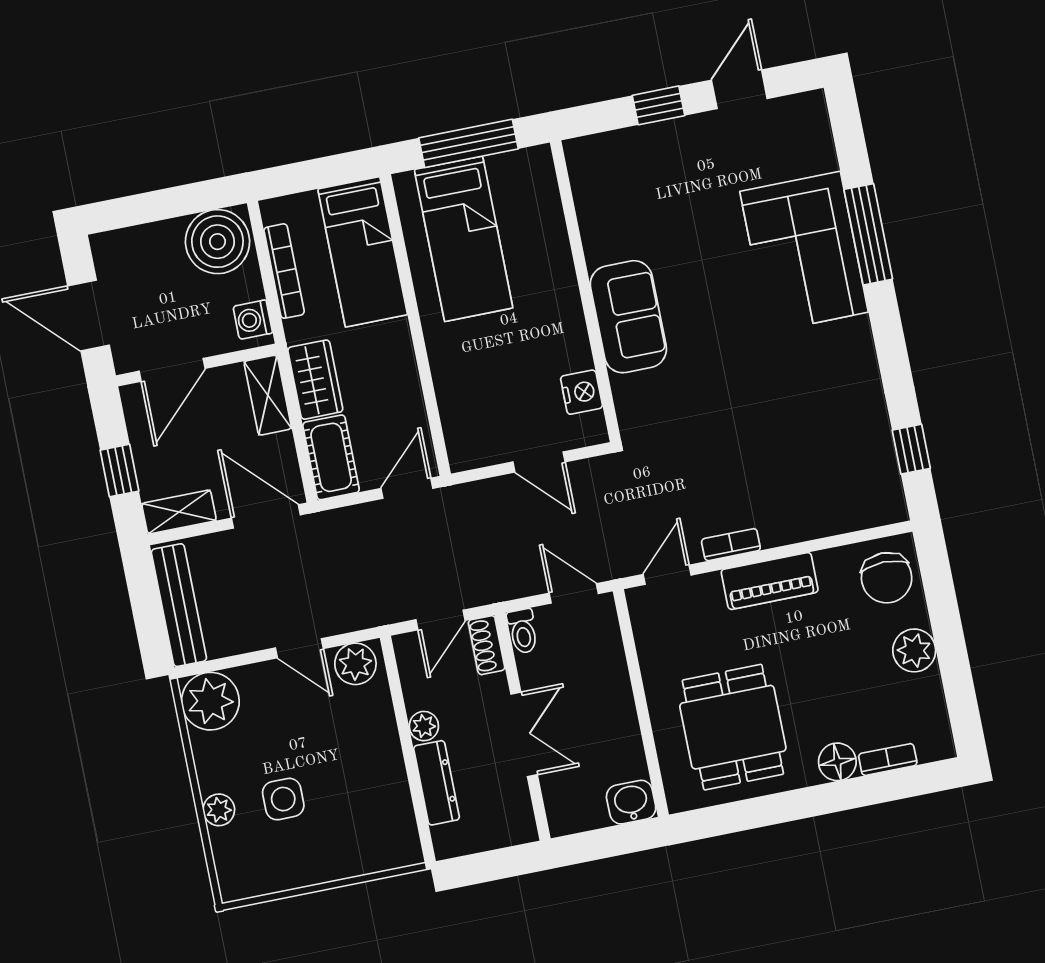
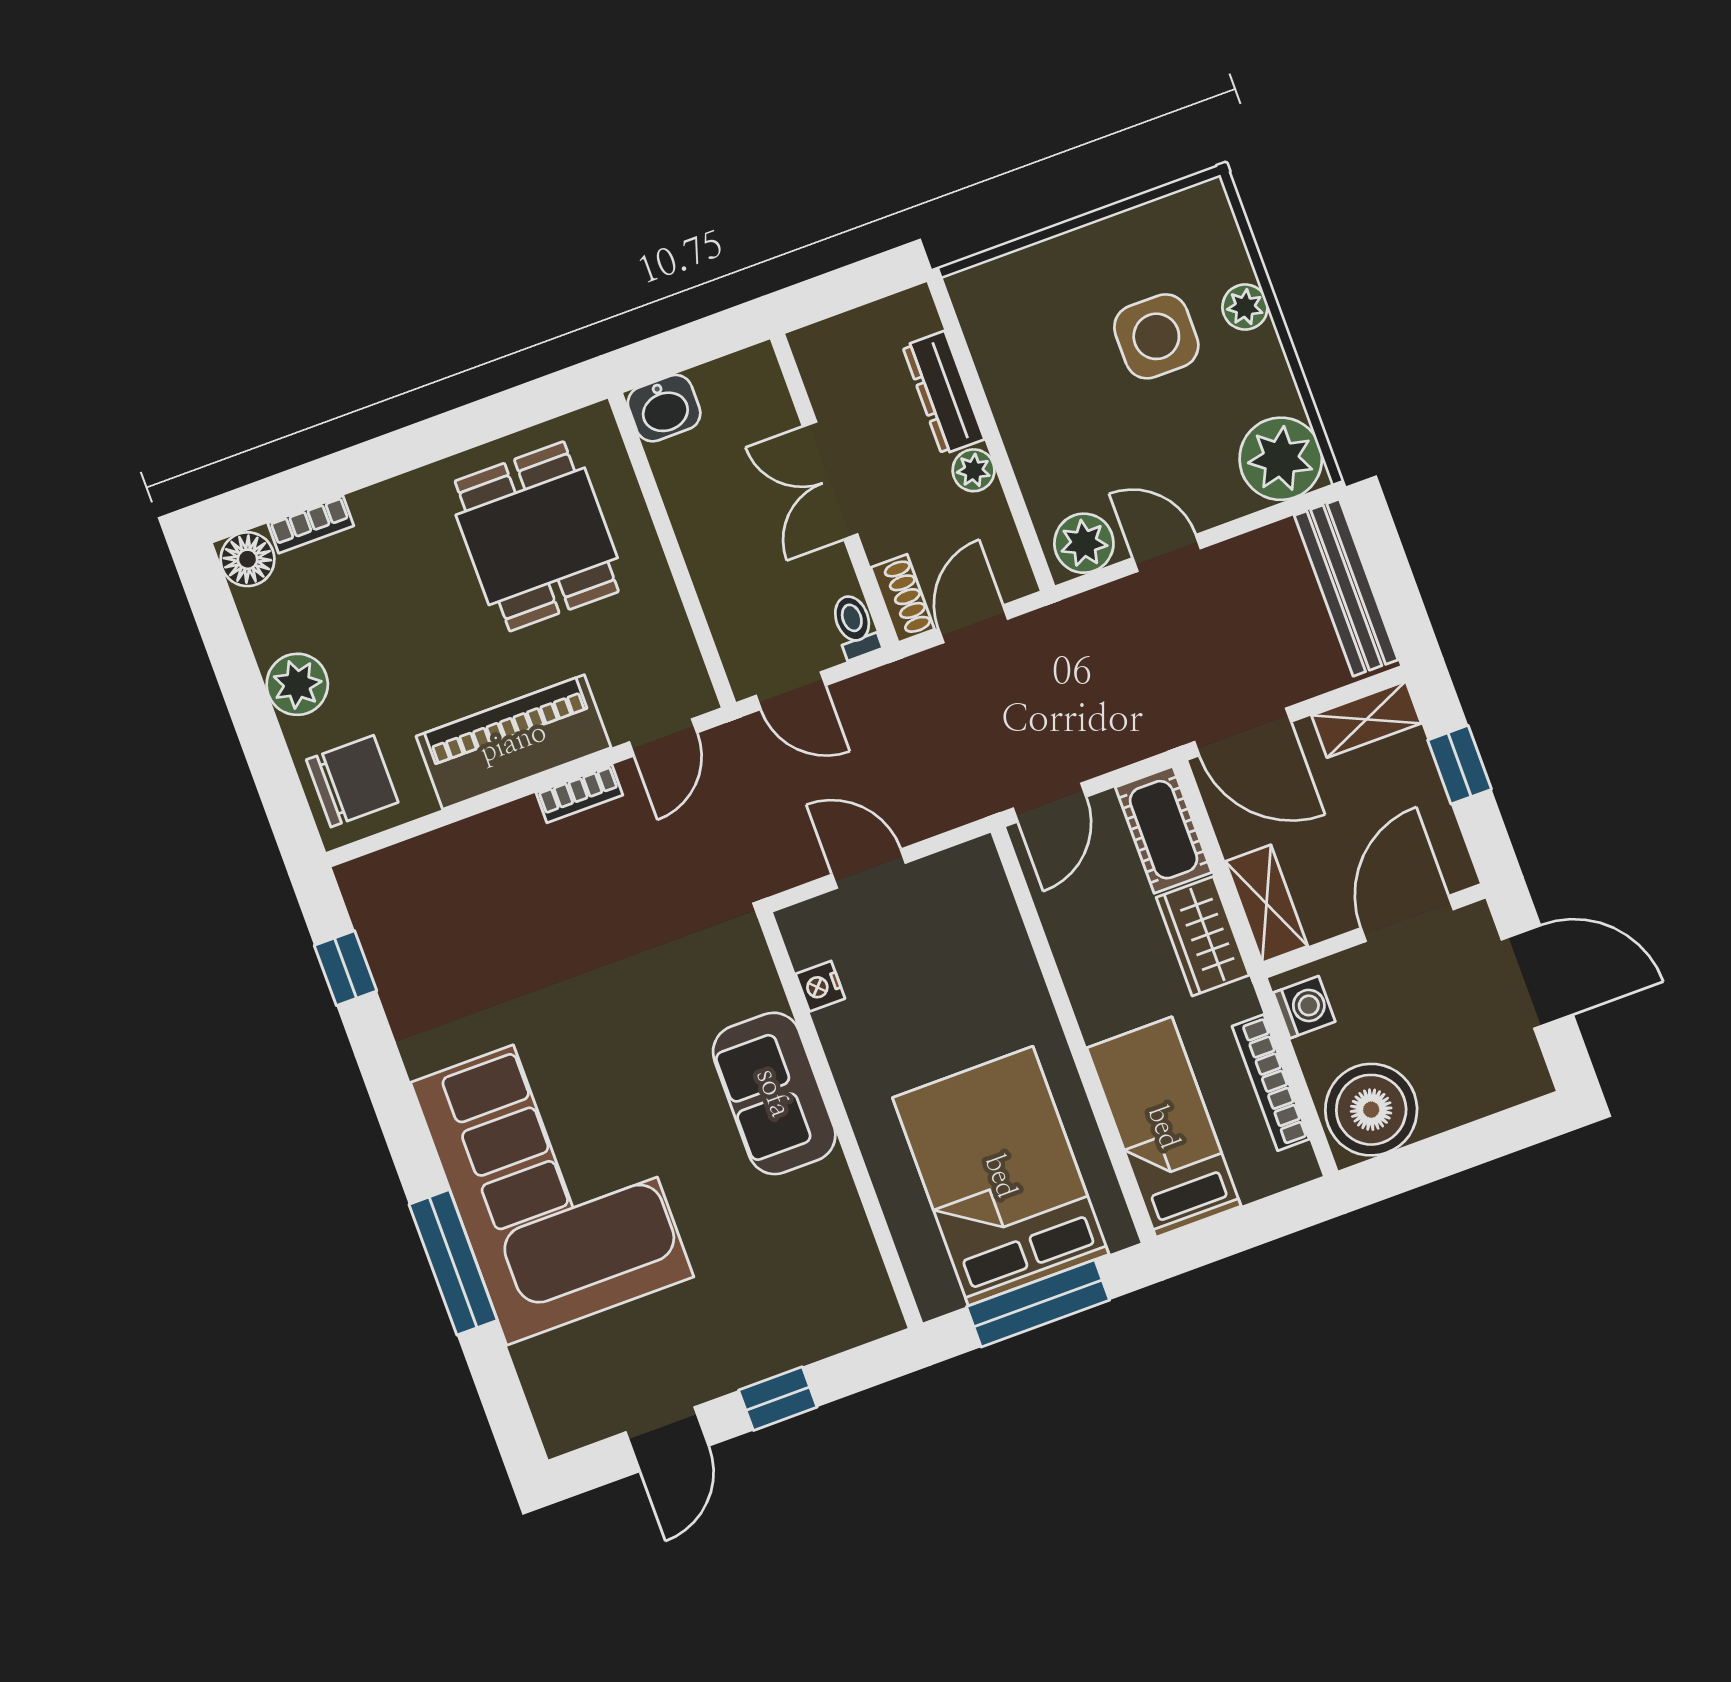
bed: (464, 239) -> (1001, 1176), width x1.50
corner sofa: (804, 252) -> (552, 1180), width x1.36, depth x1.36
nightstand: (582, 392) -> (820, 986), width x0.72, depth x0.74
chair: (887, 578) -> (352, 781), turned 90
piano: (770, 581) -> (513, 742), width x1.37, depth x1.33
floor lamp: (837, 762) -> (247, 559), moved
side table: (283, 799) -> (1156, 336), width x1.37, depth x1.37

